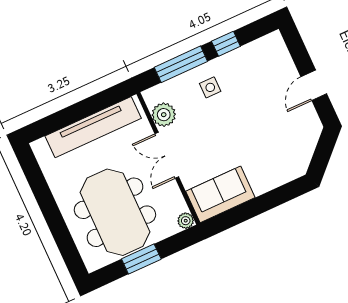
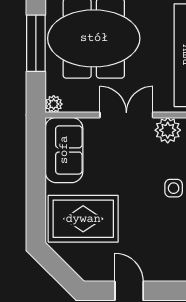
rug: (271, 152) -> (83, 219), added
window: (141, 259) -> (36, 43), width x1.44

